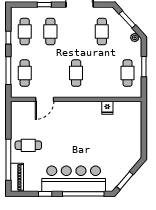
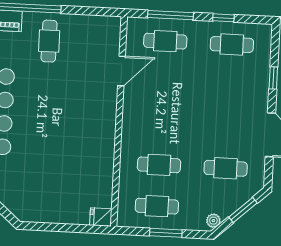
cafe table: (50, 32) -> (230, 86), removed
cafe table: (76, 73) -> (159, 165), moved
door: (45, 99) -> (121, 71), swing flipped
fridge: (107, 108) -> (101, 217), moved

